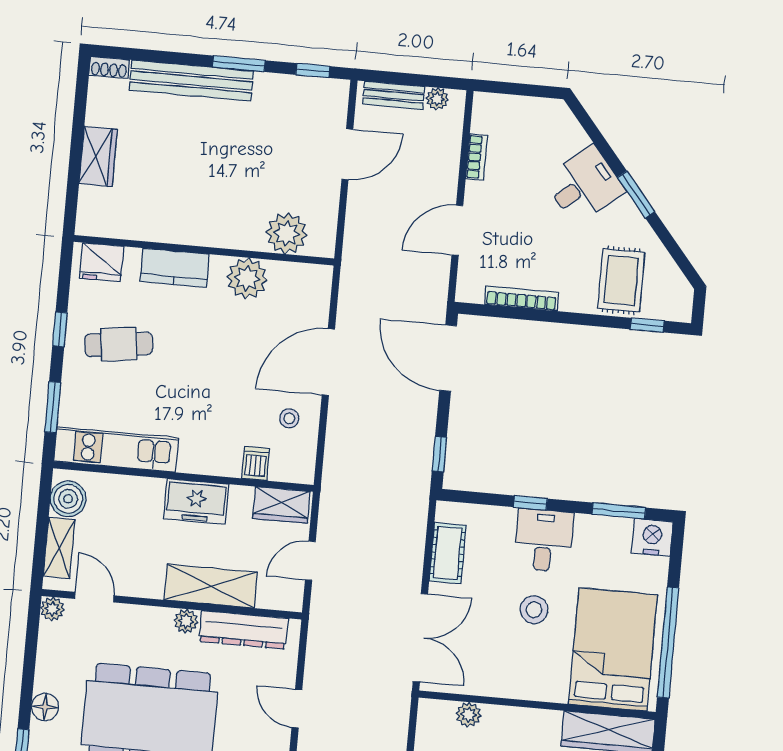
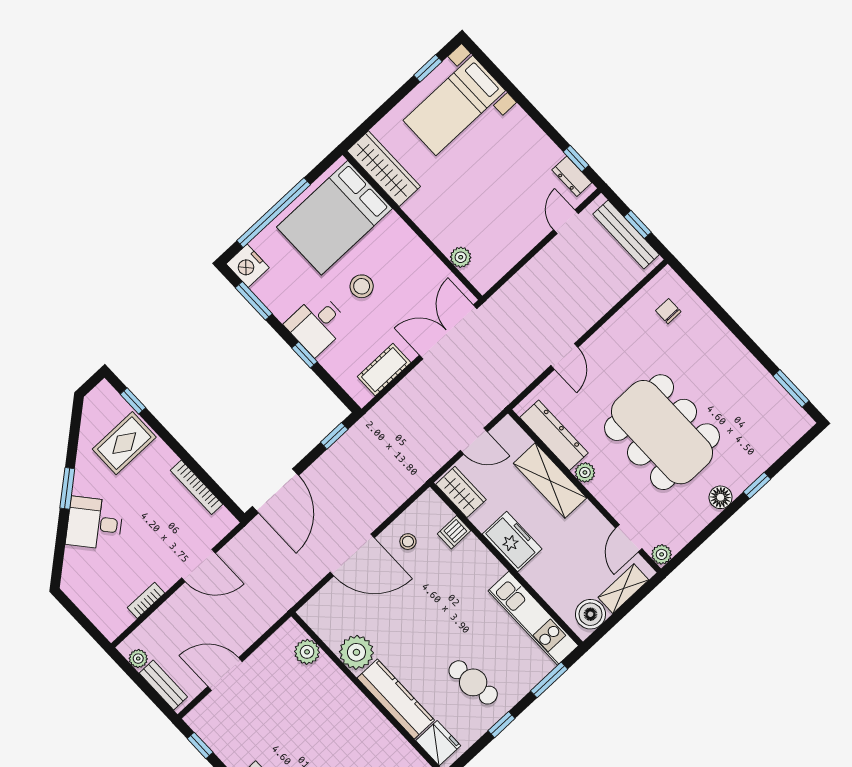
plant: (287, 233) -> (307, 652), width x0.73, depth x0.73
kitchen counter: (175, 268) -> (396, 699), width x1.50
window: (668, 643) -> (274, 213), moved

